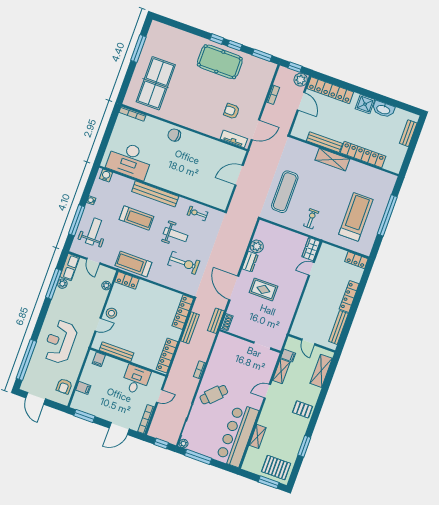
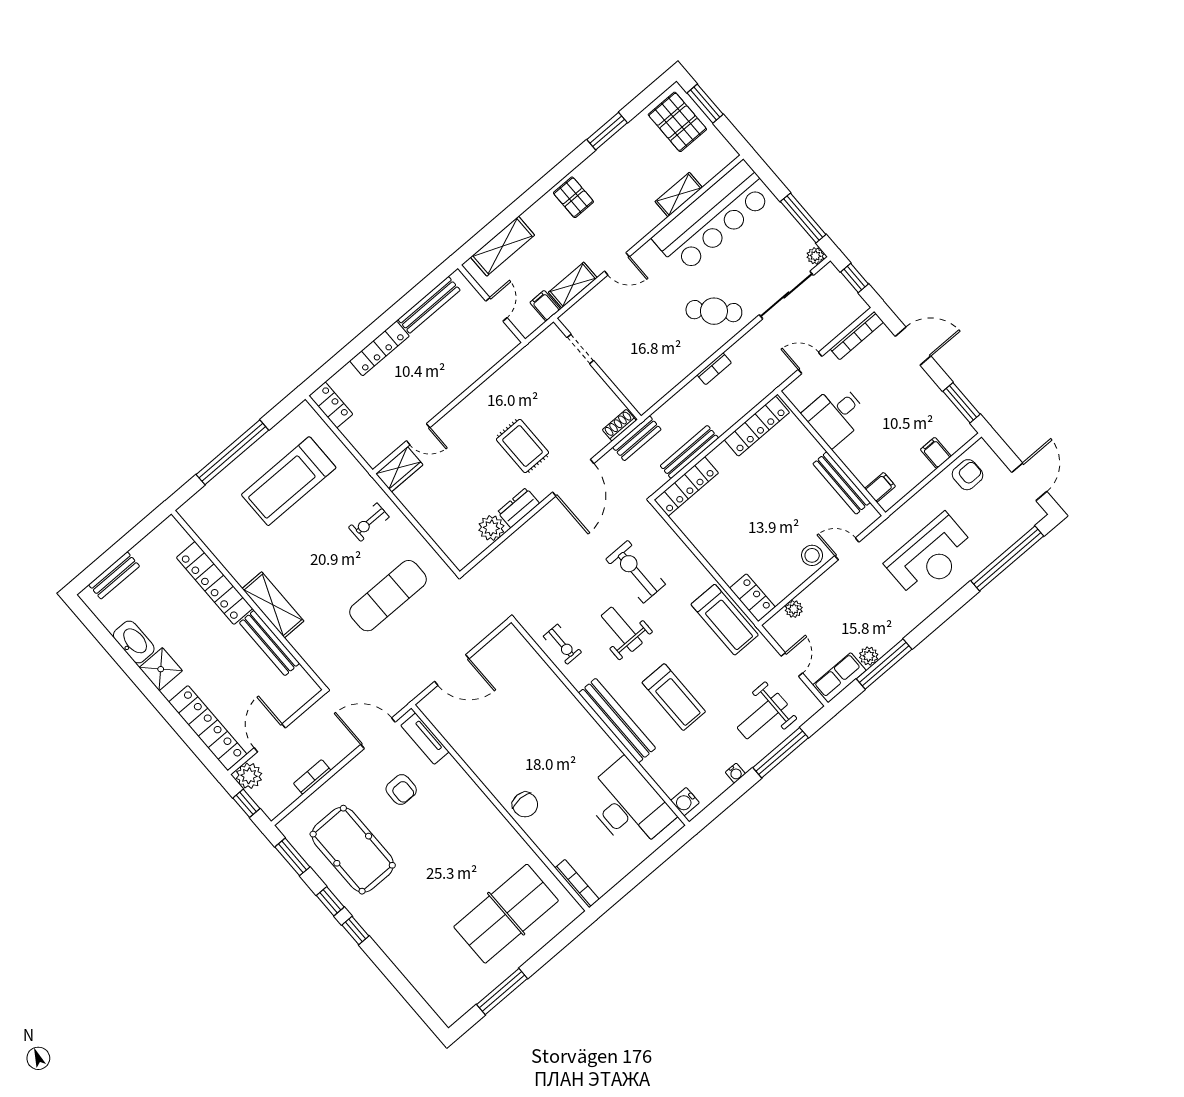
pool table: (220, 62) -> (353, 850), moved
treadmill: (136, 218) -> (674, 697), turned 180

